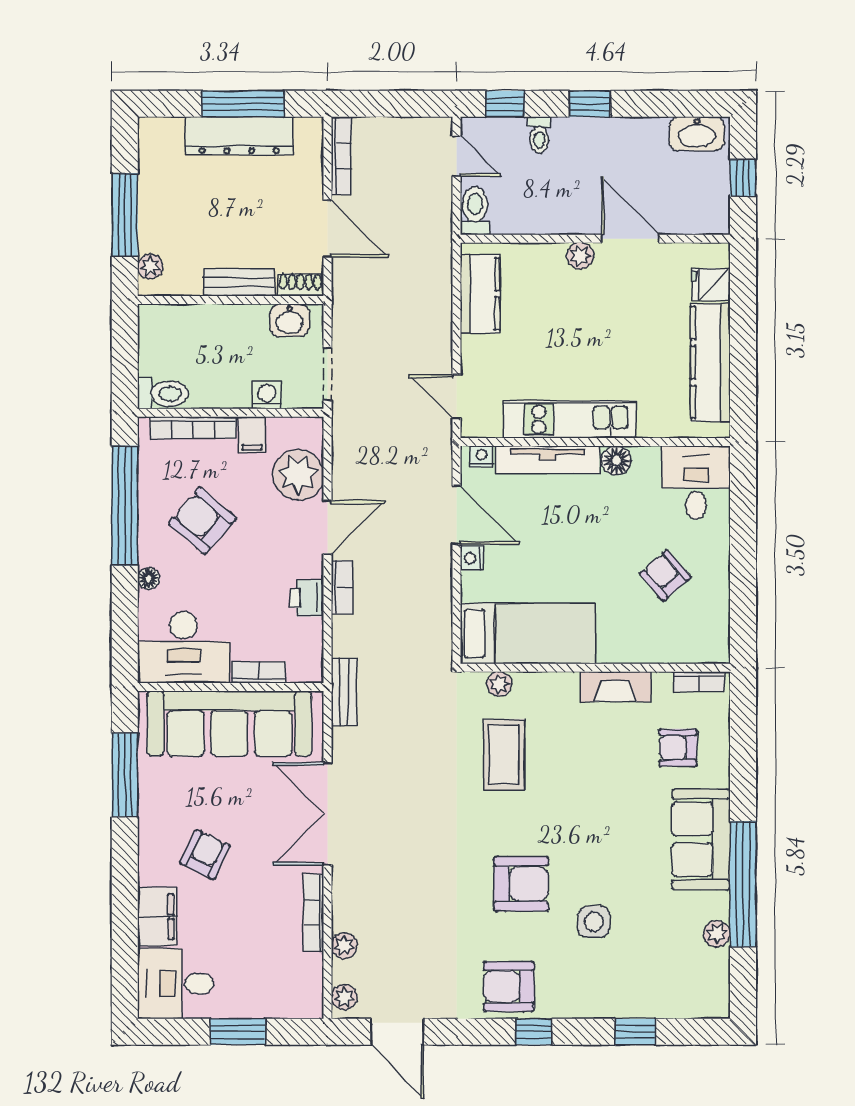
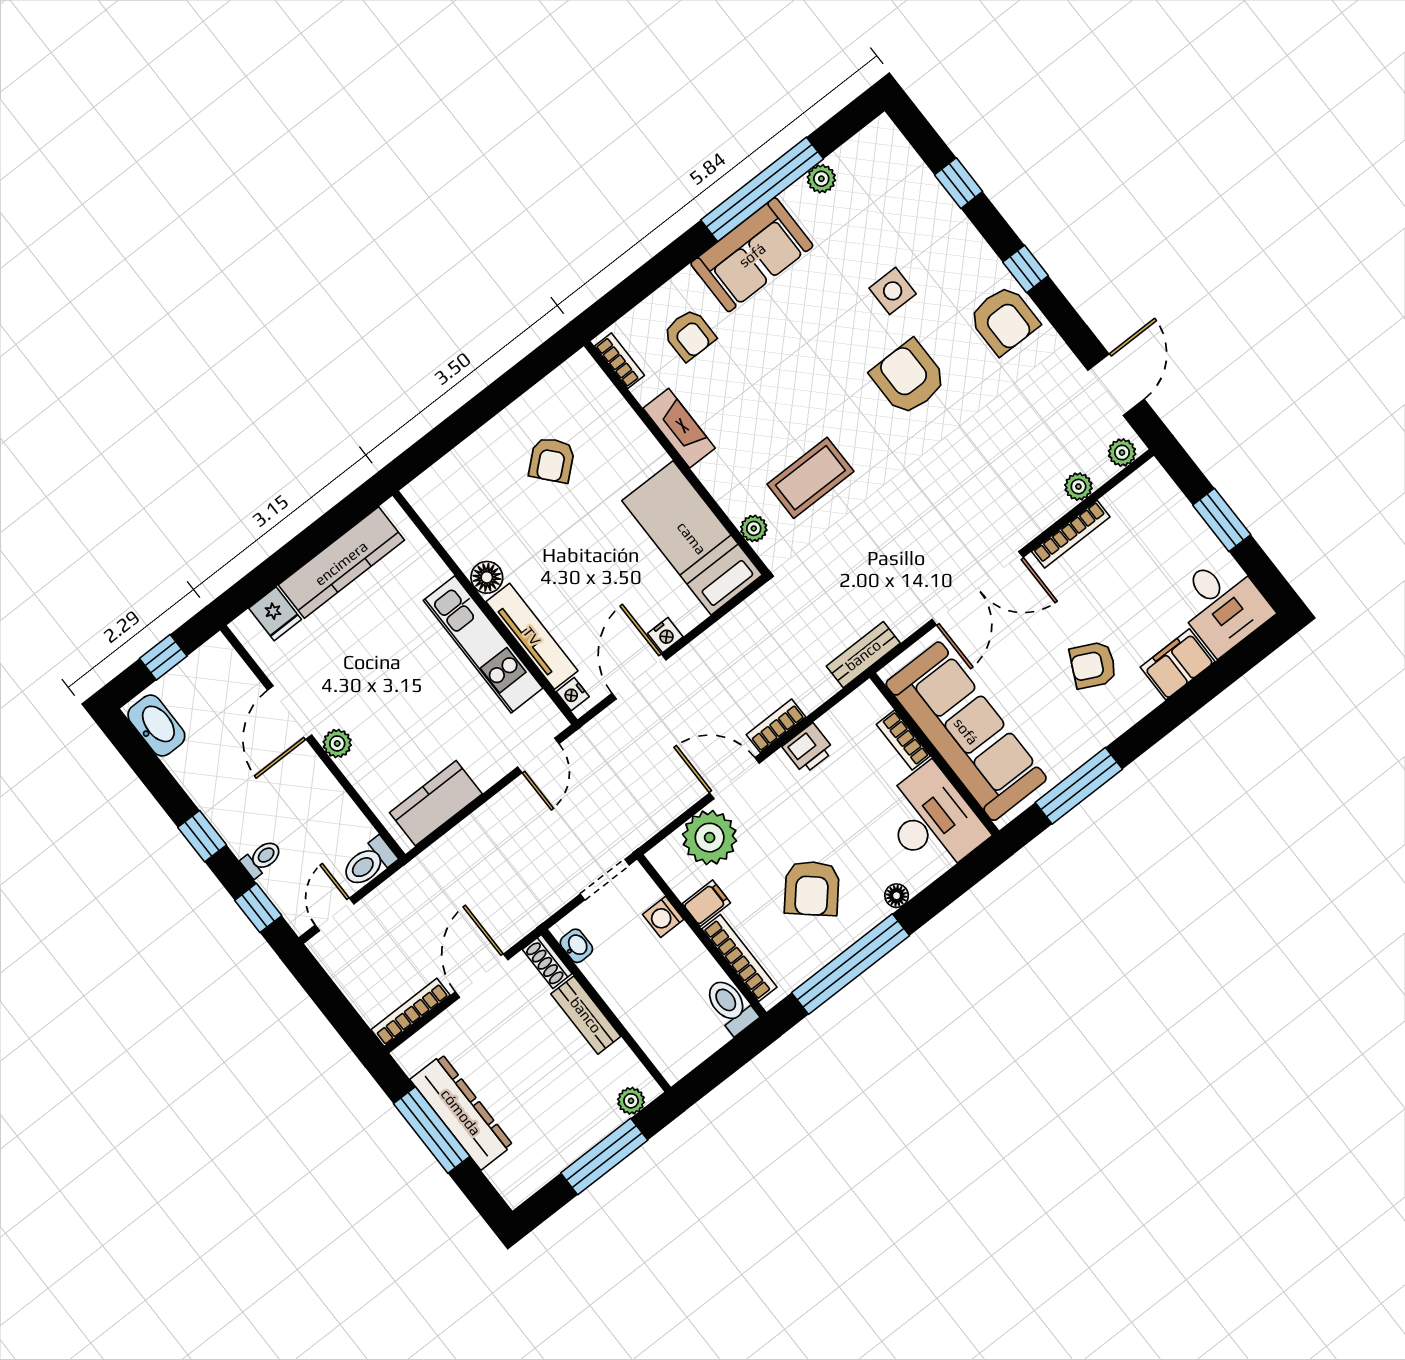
washbasin: (290, 320) -> (576, 946), width x0.72, depth x0.69
desk: (696, 483) -> (453, 495), removed

